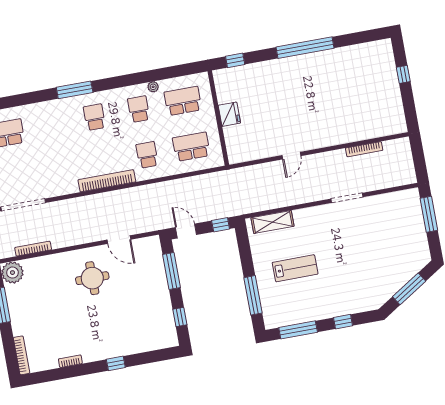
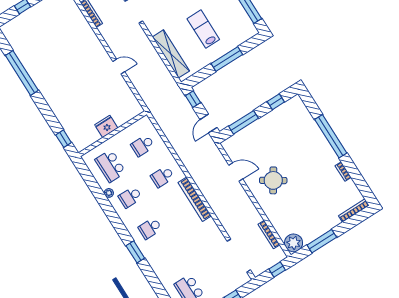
window: (305, 48) -> (22, 73), moved
window: (75, 90) -> (135, 252), width x0.69
school desk: (191, 147) -> (143, 145), width x0.54
shelving: (272, 222) -> (171, 54), width x1.47
door: (119, 240) -> (236, 172), hinge flipped
round table: (92, 278) -> (273, 180), turned 33
window: (253, 295) -> (227, 59), moved
window: (116, 363) -> (331, 136), width x3.17

